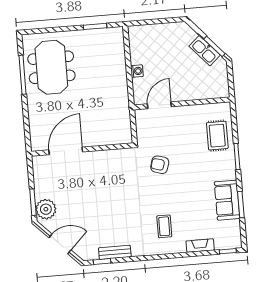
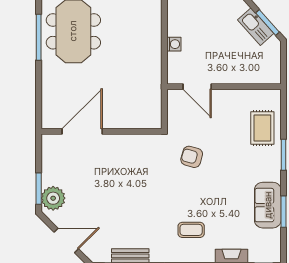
door: (159, 105) -> (197, 87), swing flipped
coffee table: (164, 226) -> (191, 230), turned 90

